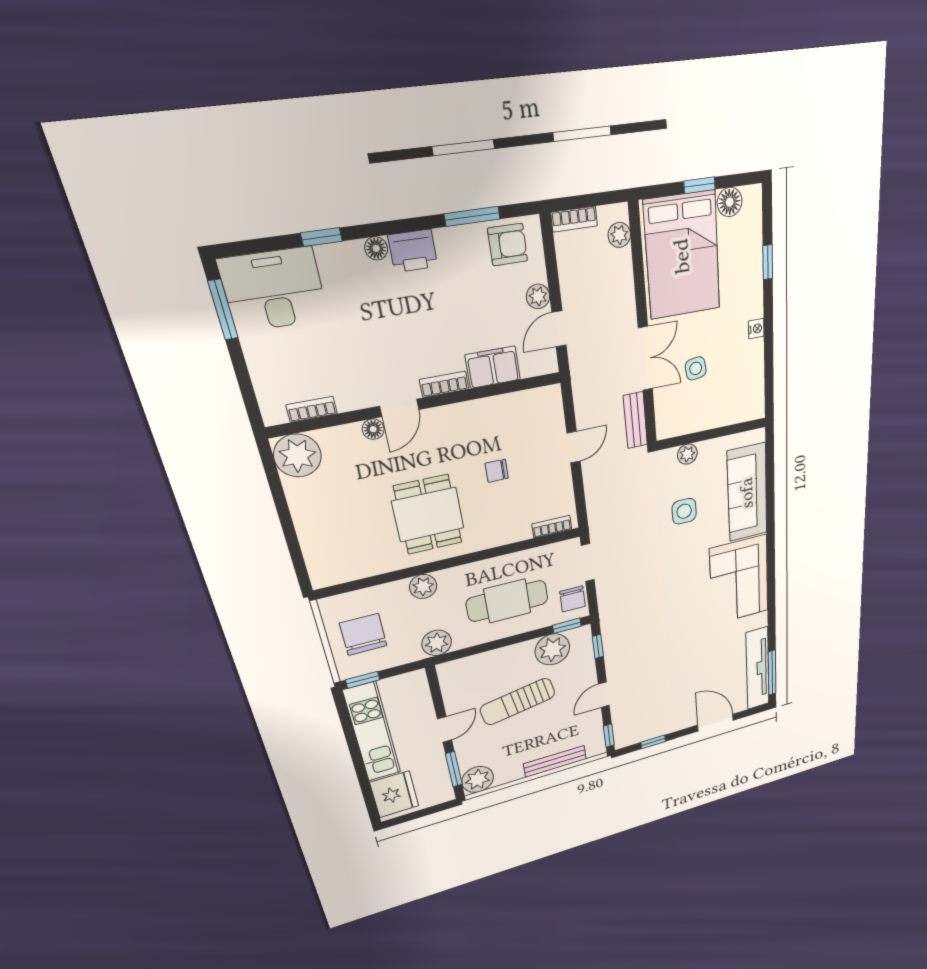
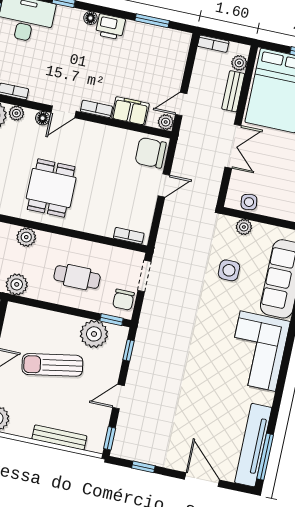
armchair: (508, 245) -> (167, 43), removed
plant: (538, 296) -> (166, 122), moved
side table: (696, 368) -> (249, 202), moved
bench: (635, 420) -> (233, 91), moved
plant: (332, 438) -> (16, 113), added
chair: (497, 471) -> (151, 153), moved, width x1.87, depth x1.87
cafe table: (507, 601) -> (77, 277), width x0.73, depth x0.74

